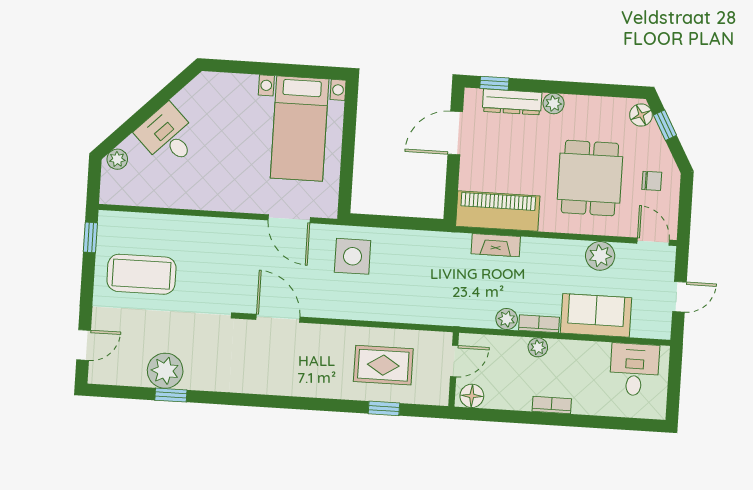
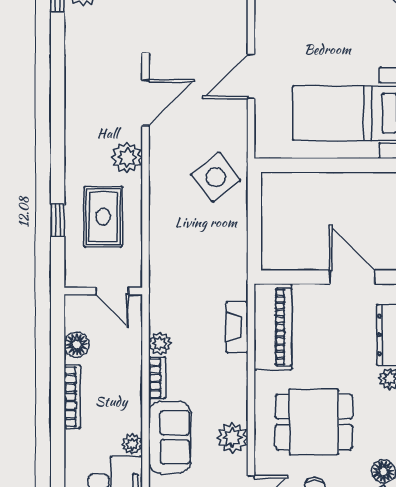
door: (289, 219) -> (251, 76), moved
side table: (353, 256) -> (216, 177), turned -38
plant: (329, 339) -> (127, 157), added
plant: (538, 347) -> (132, 444), moved
floor lamp: (472, 396) -> (77, 345), moved
bookcase: (552, 405) -> (72, 397), width x1.56

